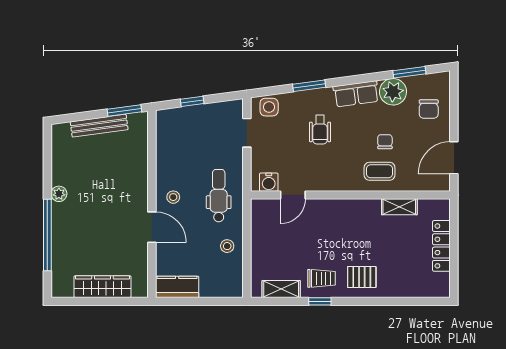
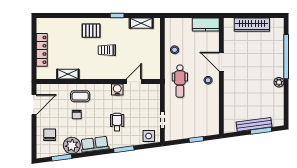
window: (124, 111) -> (261, 131), moved
water cooler: (269, 182) -> (117, 89), moved
trolley: (321, 278) -> (107, 50), moved

